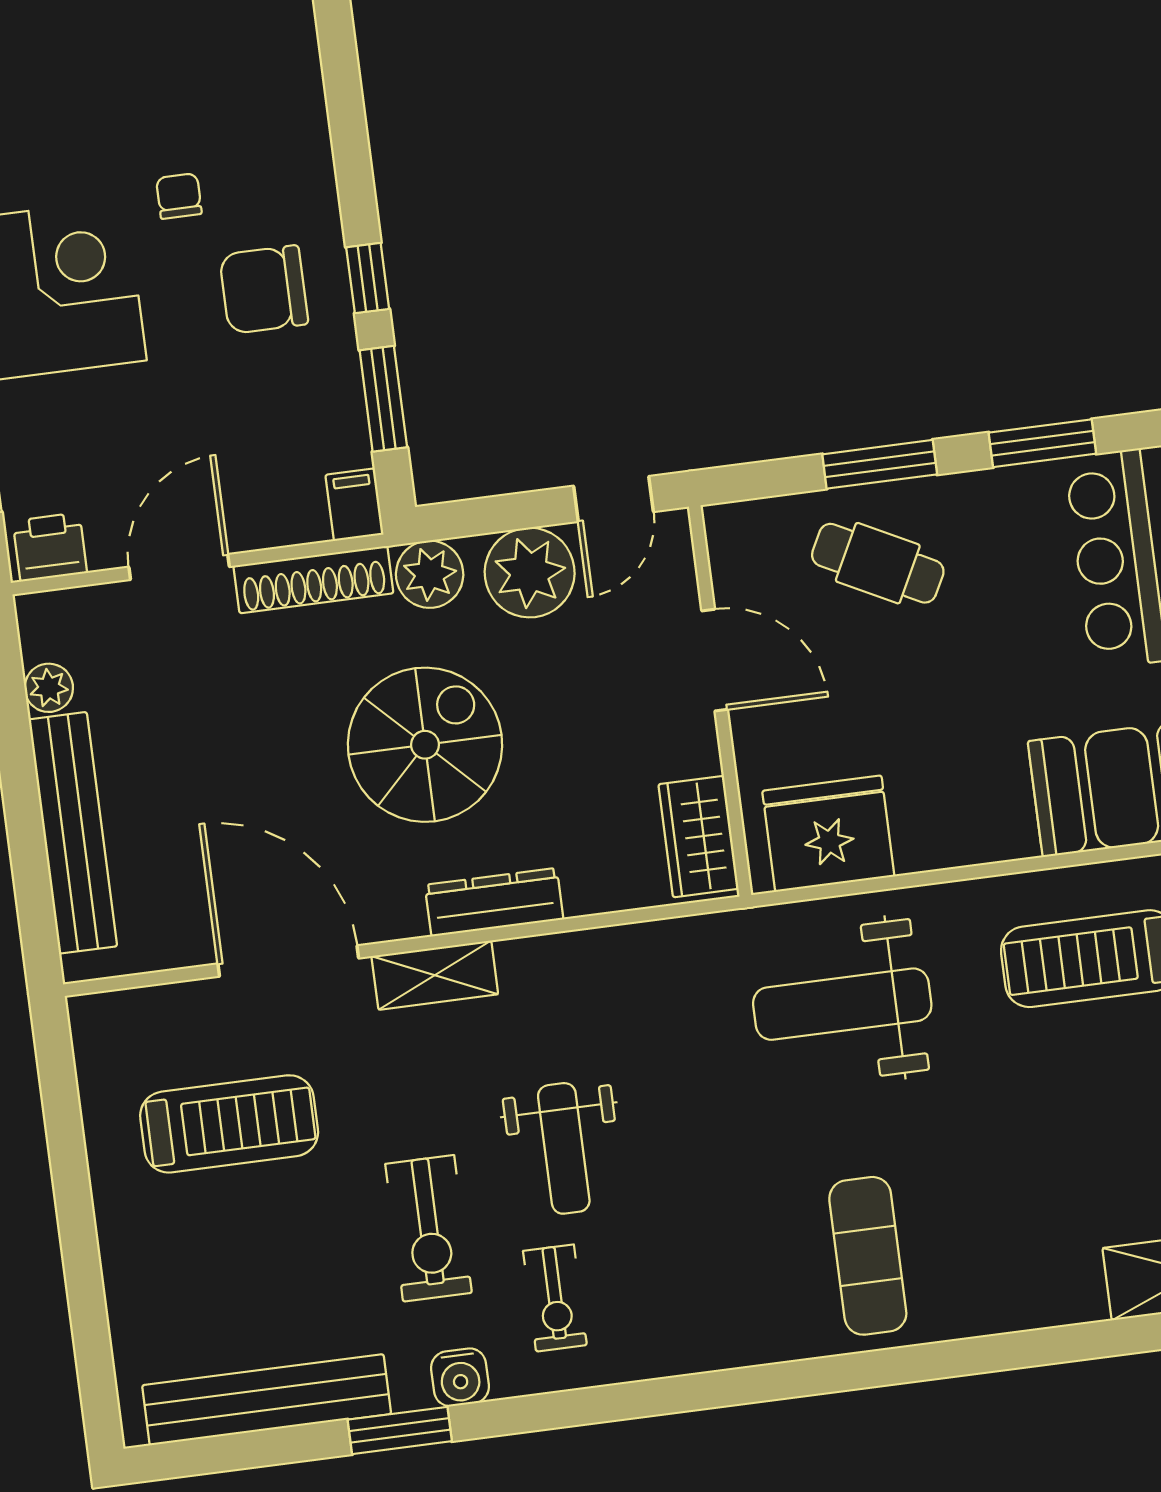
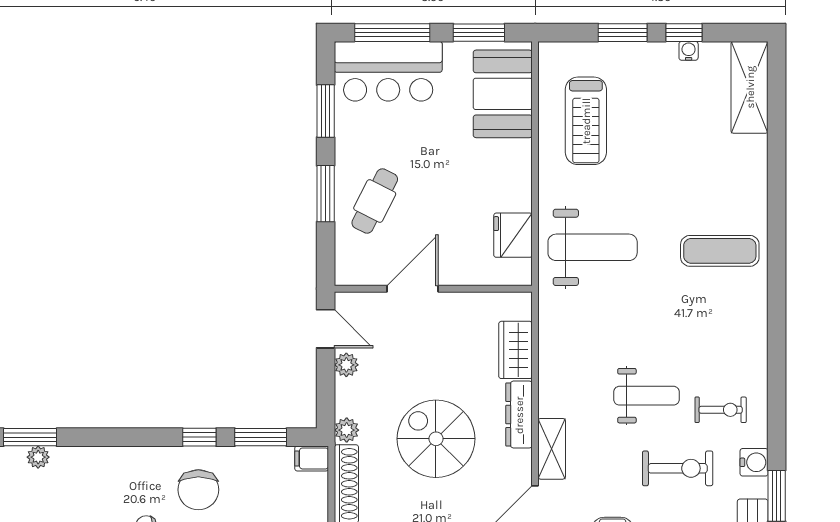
plant: (530, 573) -> (346, 365), width x0.53, depth x0.53
plant: (430, 574) -> (347, 430), width x0.73, depth x0.73
fridge: (828, 834) -> (513, 235), width x0.73, depth x0.75
wardrobe: (698, 837) -> (516, 350), moved, turned 90
weight bench: (842, 1004) -> (593, 247), turned -90

